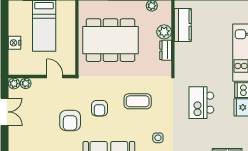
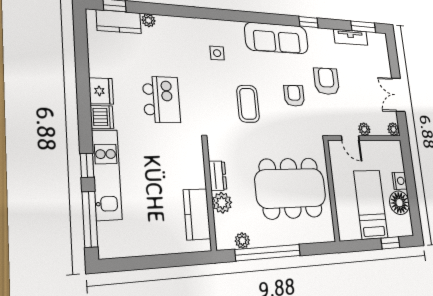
floor lamp: (18, 26) -> (400, 203), added
plant: (26, 83) -> (364, 129), moved
coffee table: (138, 101) -> (248, 104), turned 90

